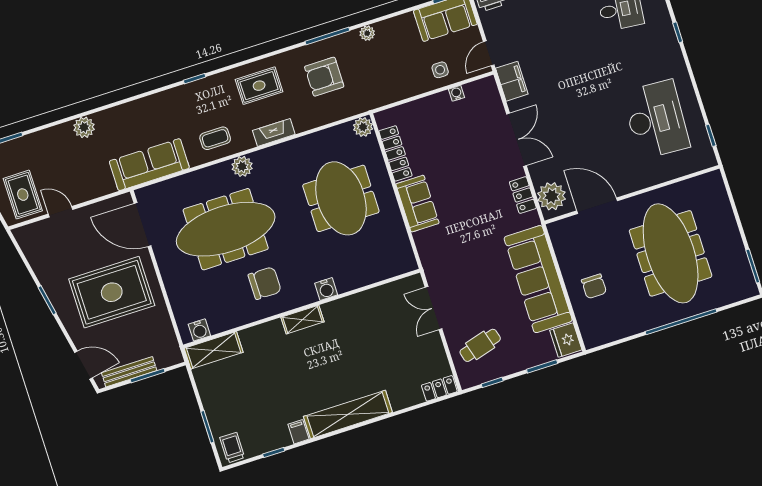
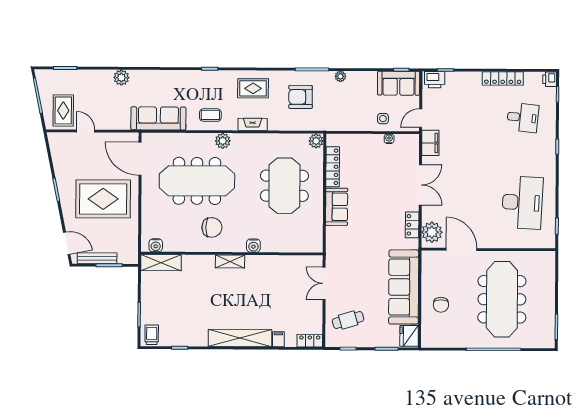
filing cabinet: (298, 432) -> (278, 339), moved

